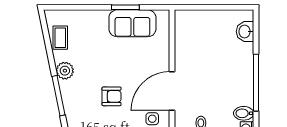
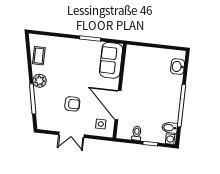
sofa: (132, 23) -> (111, 60), moved, turned 90
door: (172, 91) -> (118, 105), hinge flipped

